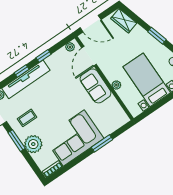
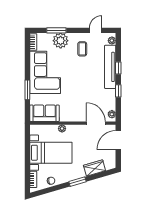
wardrobe: (124, 21) -> (95, 168), moved
sofa: (96, 86) -> (45, 113), moved
window: (17, 141) -> (56, 30), moved

